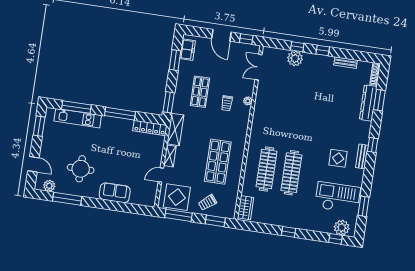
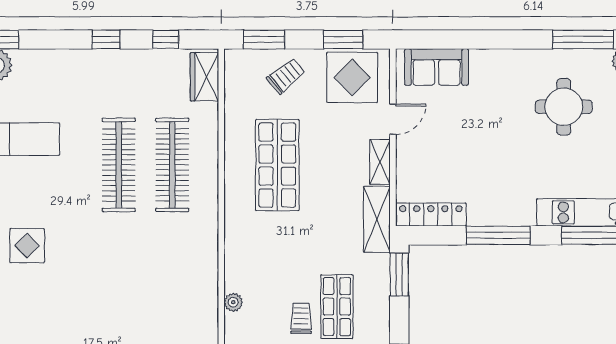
trolley: (227, 103) -> (301, 318), moved
display table: (338, 158) -> (27, 246), moved
sofa: (115, 193) -> (437, 67), moved
window: (178, 215) -> (343, 40), width x0.69
window: (261, 228) -> (166, 40), added

